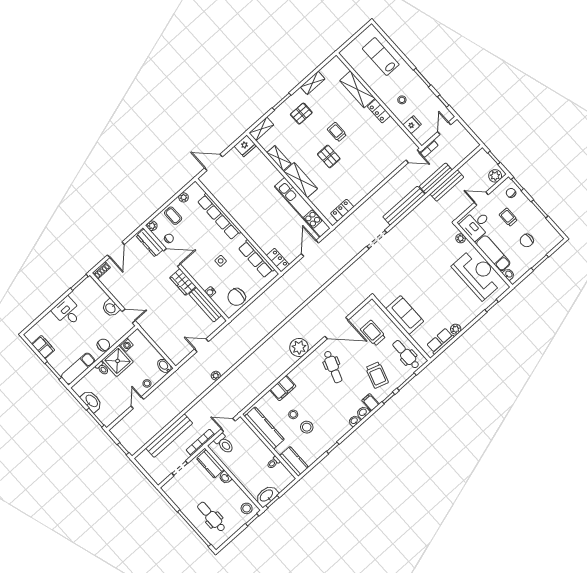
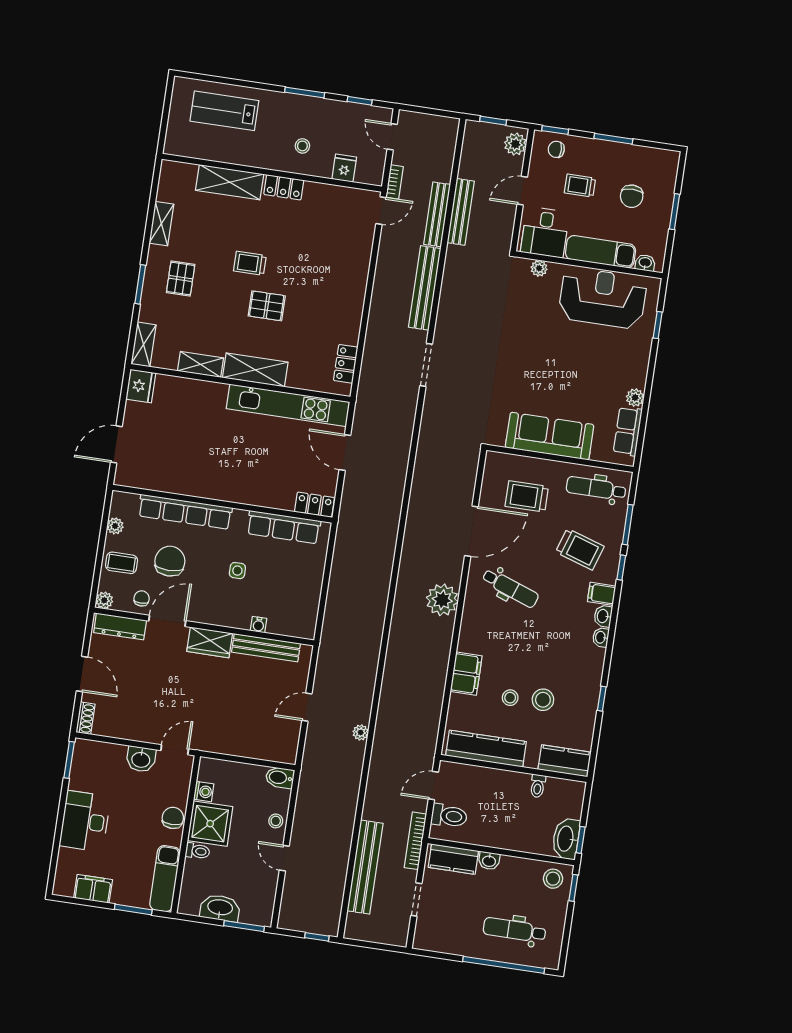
chair: (237, 297) -> (170, 561), moved, turned 180
desk: (67, 312) -> (85, 821), width x1.37
sofa: (405, 315) -> (550, 436), width x1.36

